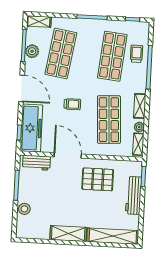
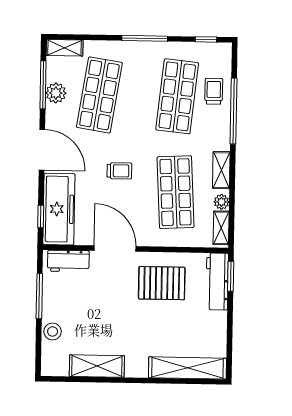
workbench: (134, 195) -> (217, 281), moved
shelving: (68, 234) -> (97, 366), moved

